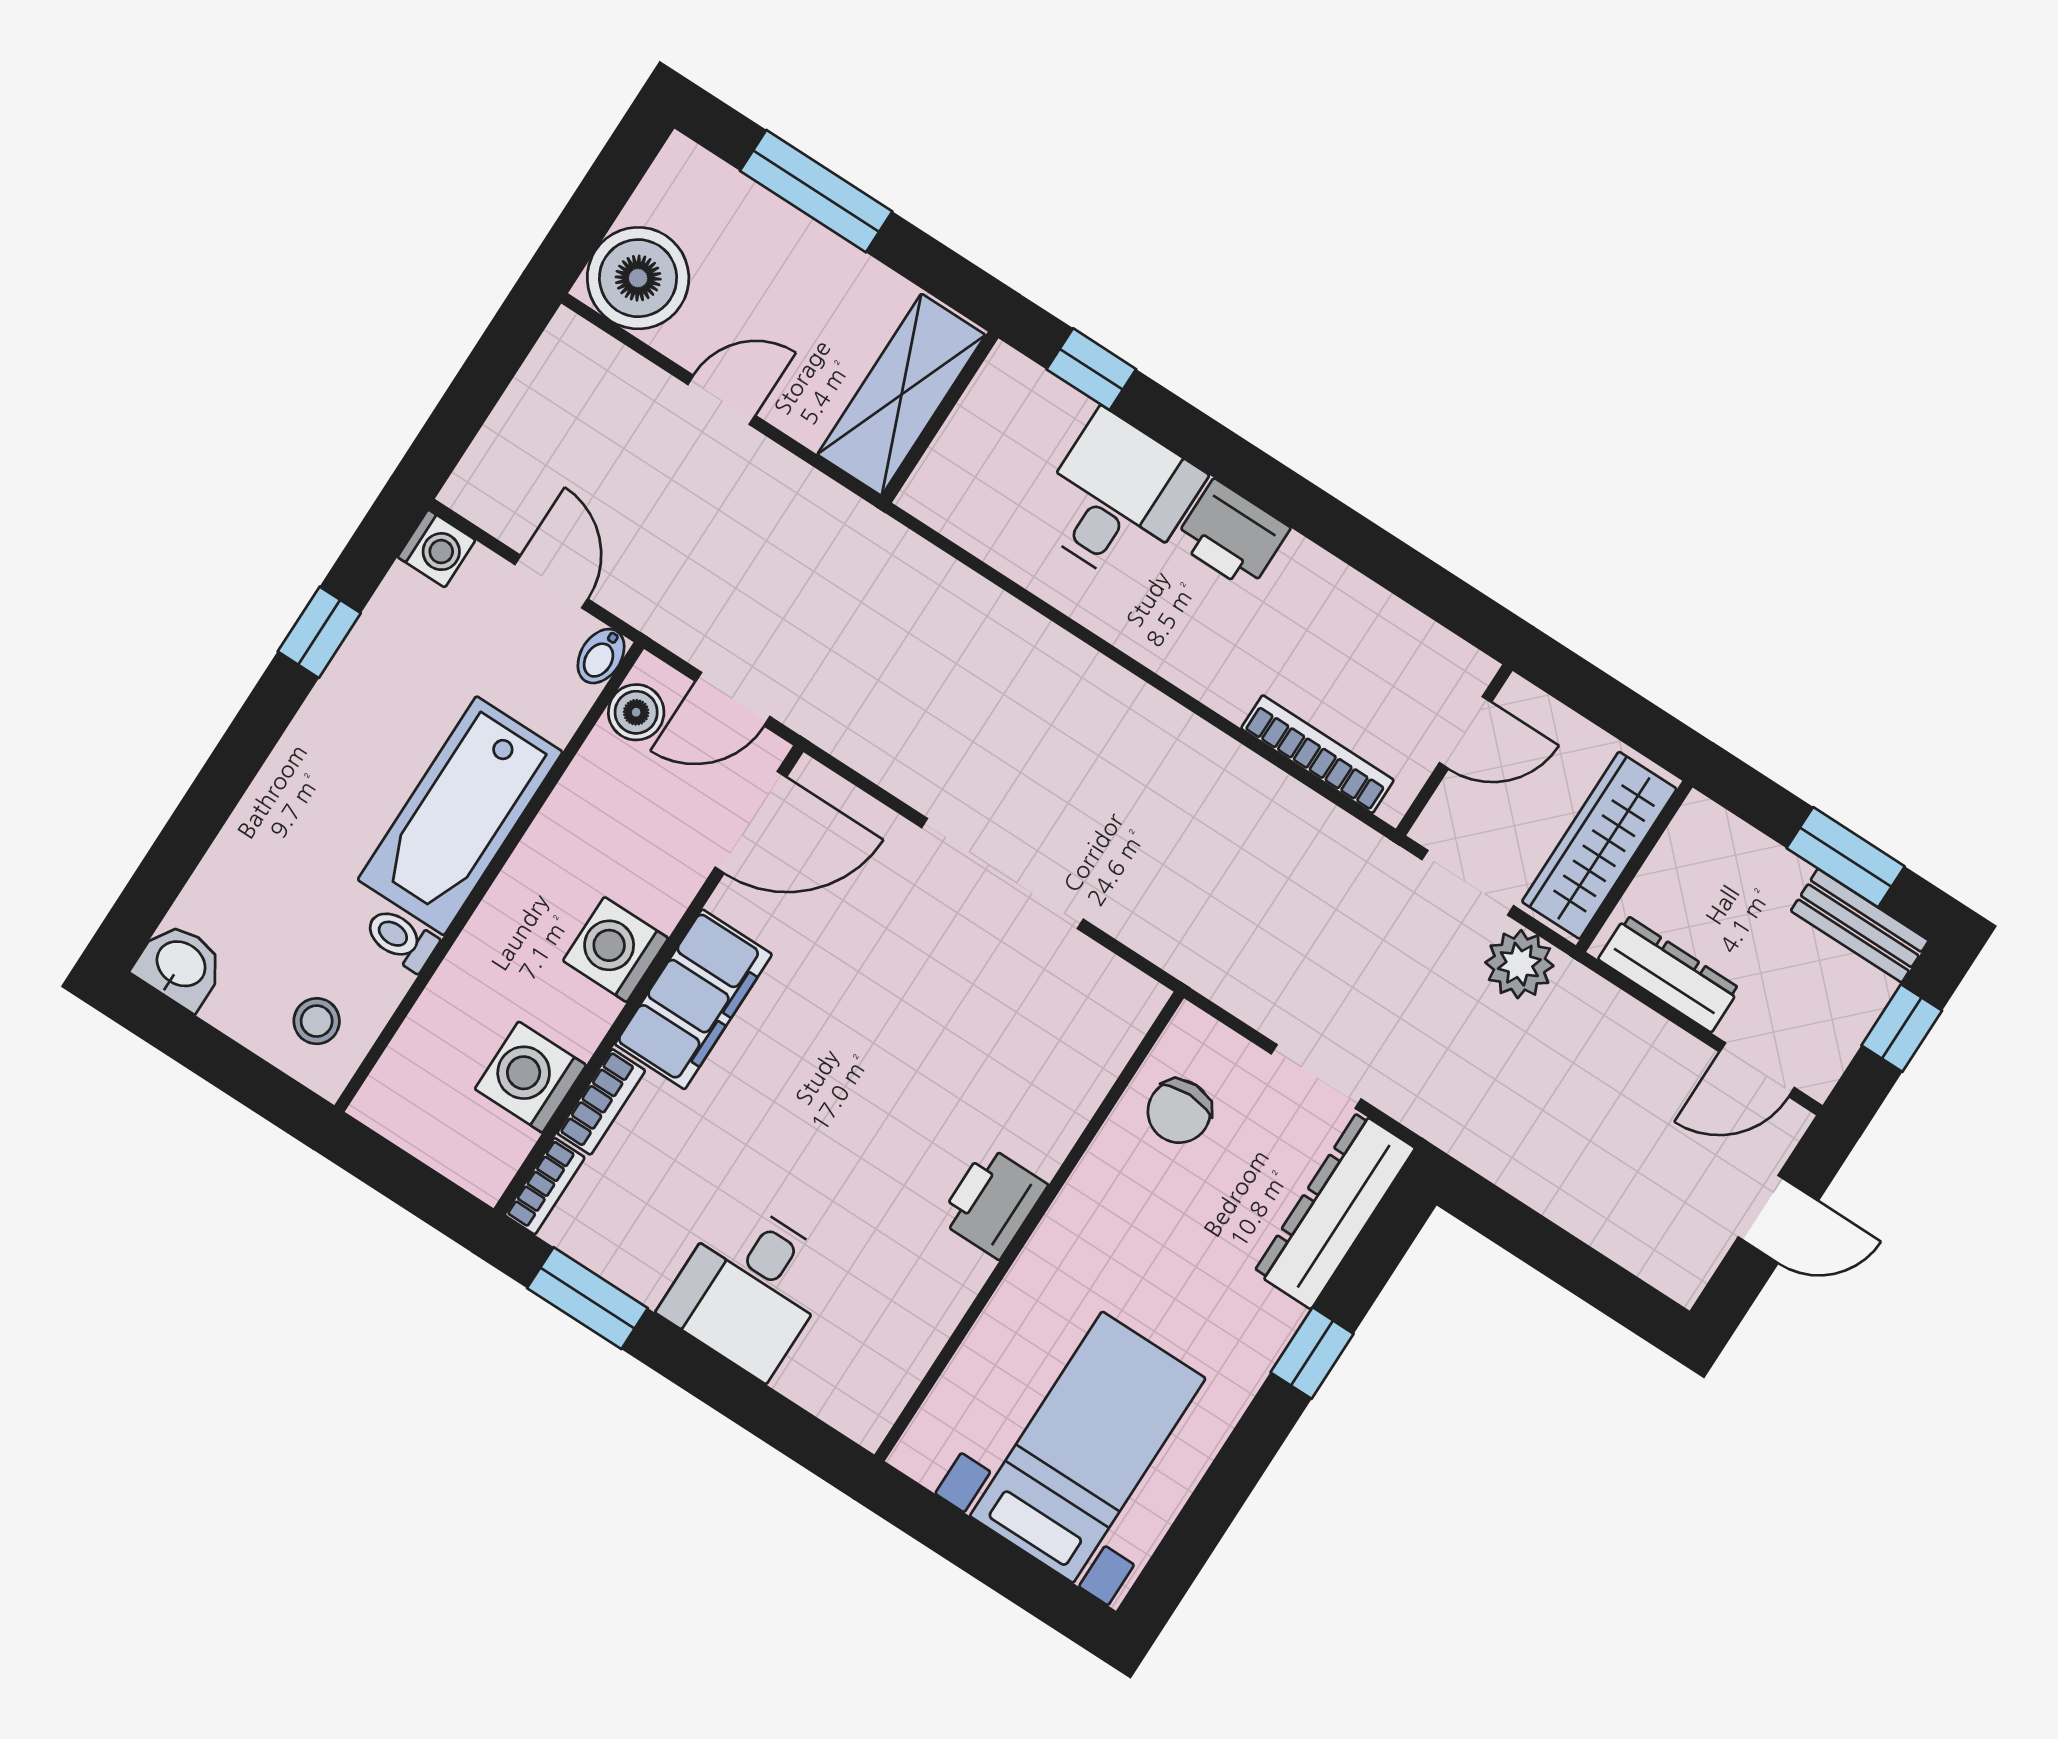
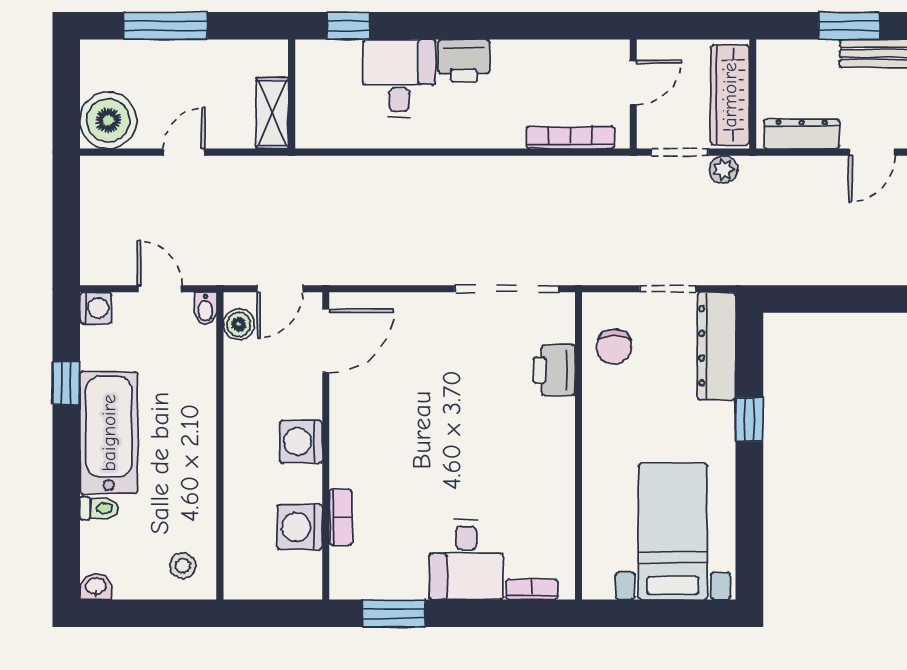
shelving: (901, 395) -> (272, 113), width x0.67, depth x0.75
bathtub: (460, 816) -> (109, 433), moved, turned 180
doorway: (1002, 873) -> (507, 289), moved
toilet: (401, 939) -> (99, 508), moved, turned 180
plant: (1519, 964) -> (723, 169), width x0.73, depth x0.73
washbasin: (180, 965) -> (96, 587), width x0.72, depth x0.69
filing cabinet: (693, 999) -> (353, 441), removed
bookcase: (545, 1186) -> (532, 589), moved, turned -90
printer: (993, 1202) -> (554, 370), moved

